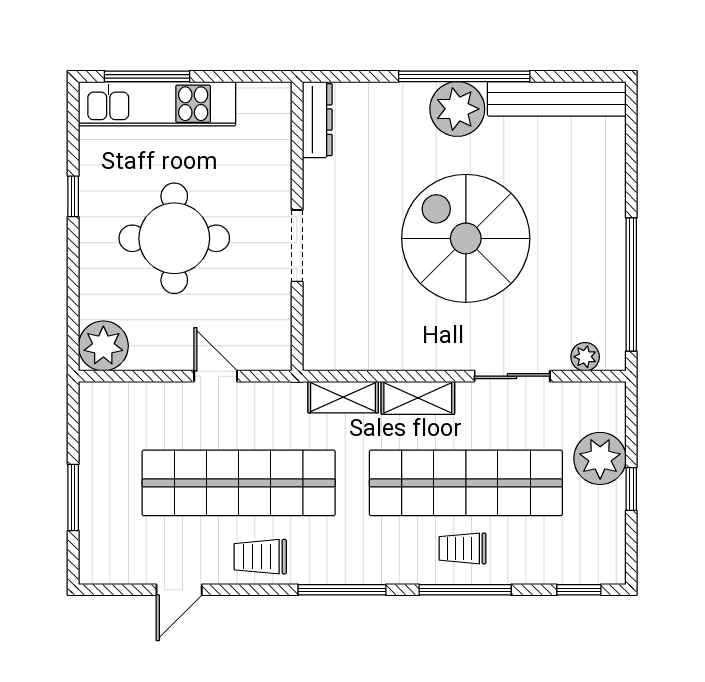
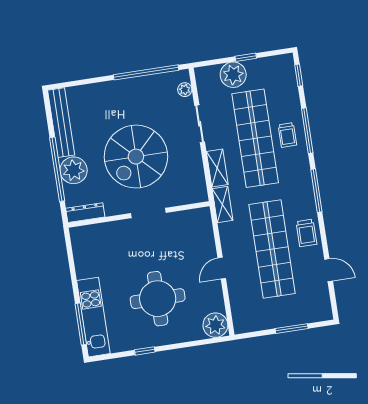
dresser: (317, 120) -> (85, 213), moved
wall: (297, 226) -> (139, 214), moved
doorway: (297, 246) -> (148, 213), moved

